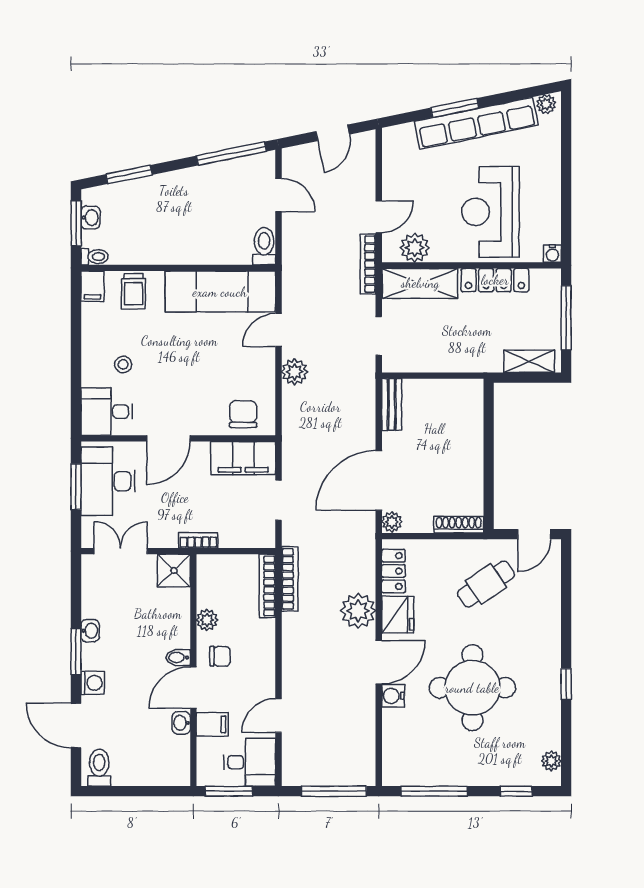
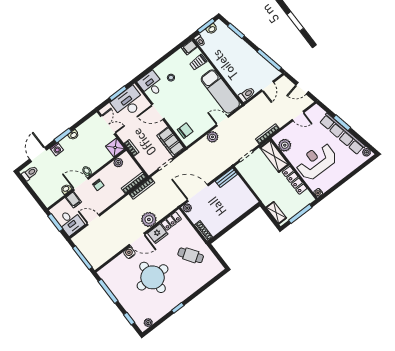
door: (379, 217) -> (298, 116), moved
door: (534, 534) -> (220, 259), removed
plant: (207, 620) -> (118, 163), moved

